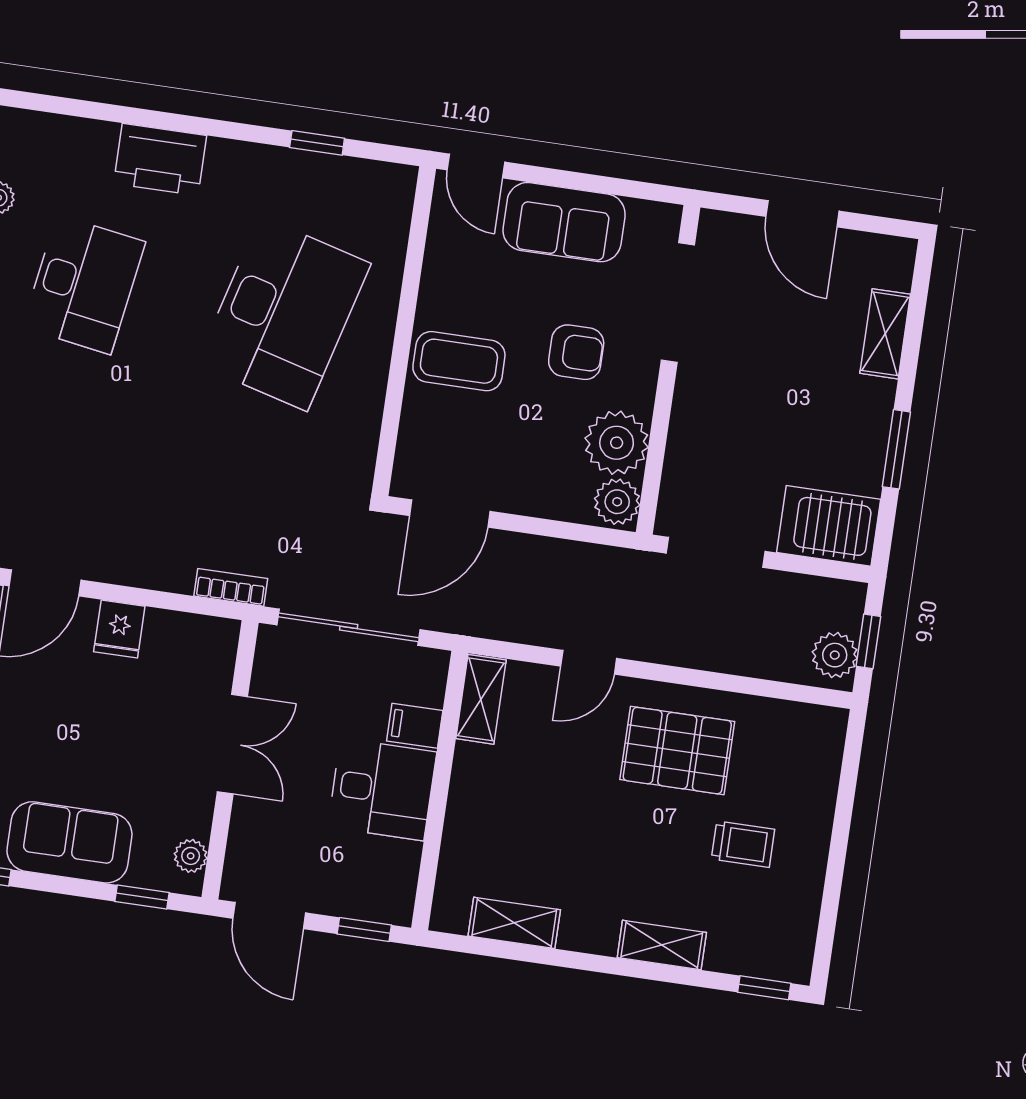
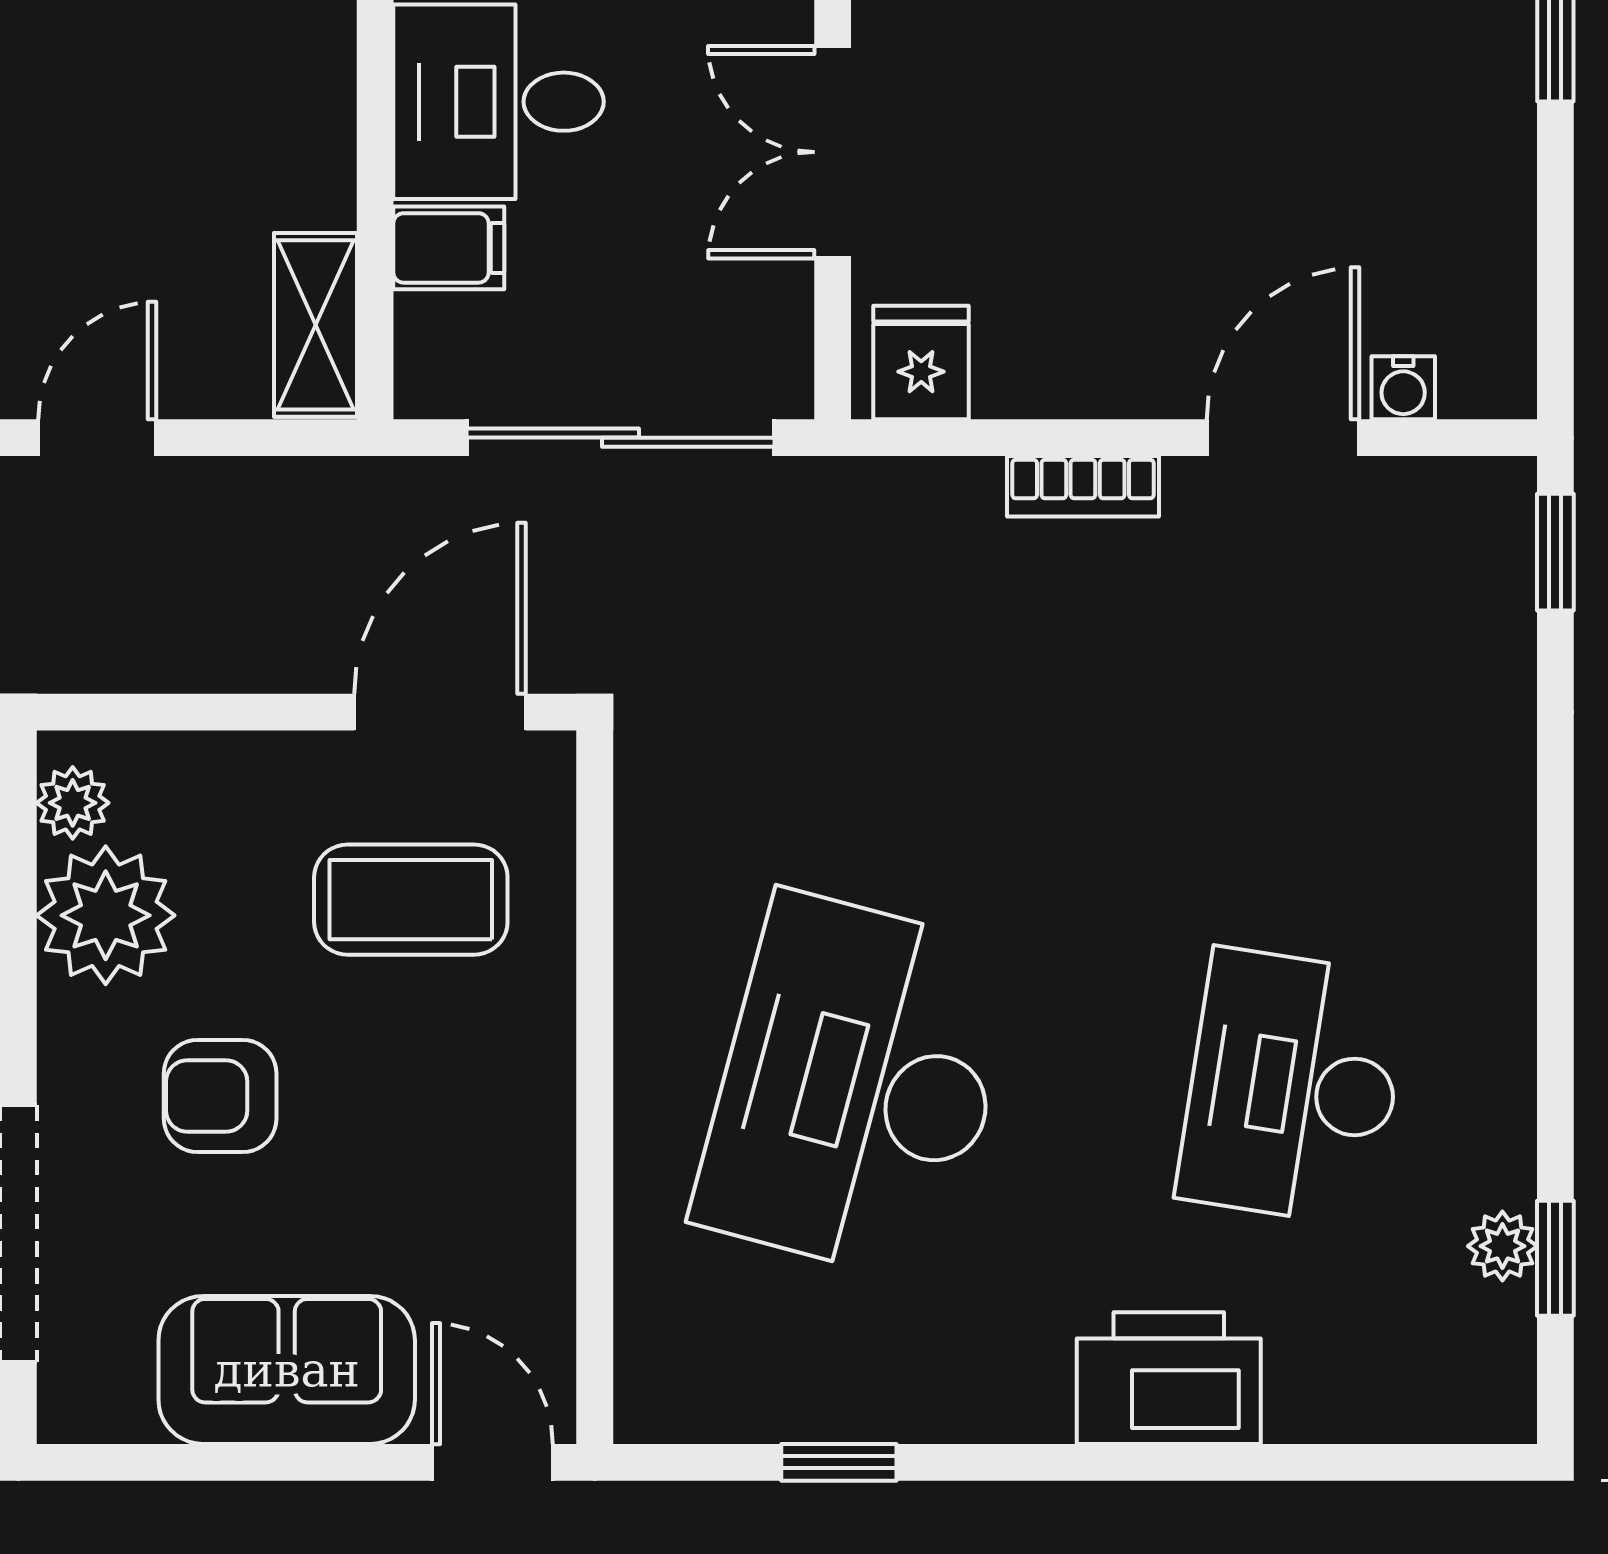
coffee table: (459, 361) -> (411, 900), moved
plant: (617, 502) -> (73, 803), width x0.73, depth x0.73
bookcase: (231, 587) -> (1083, 486), moved
fridge: (119, 629) -> (921, 363), moved

